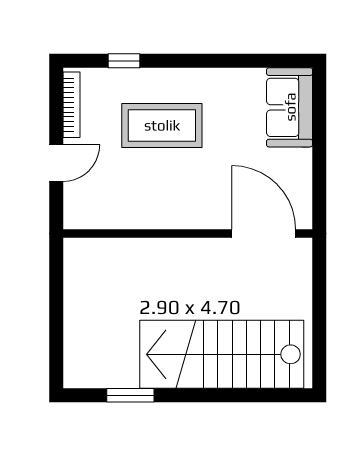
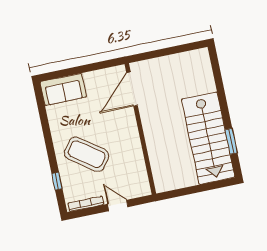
coffee table: (162, 125) -> (87, 154), turned -54
stairs: (222, 354) -> (208, 138), moved

